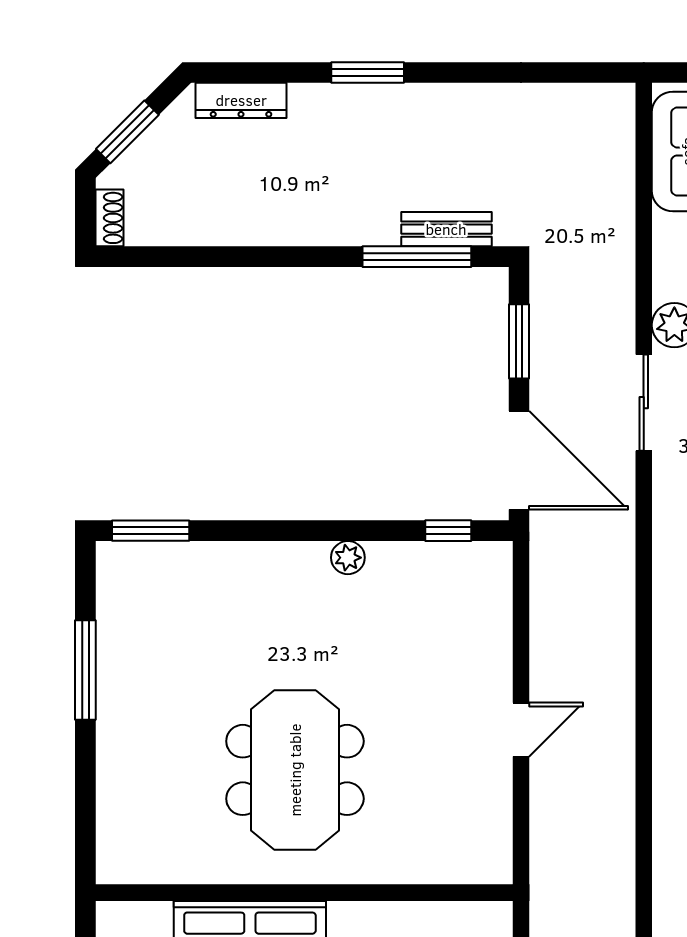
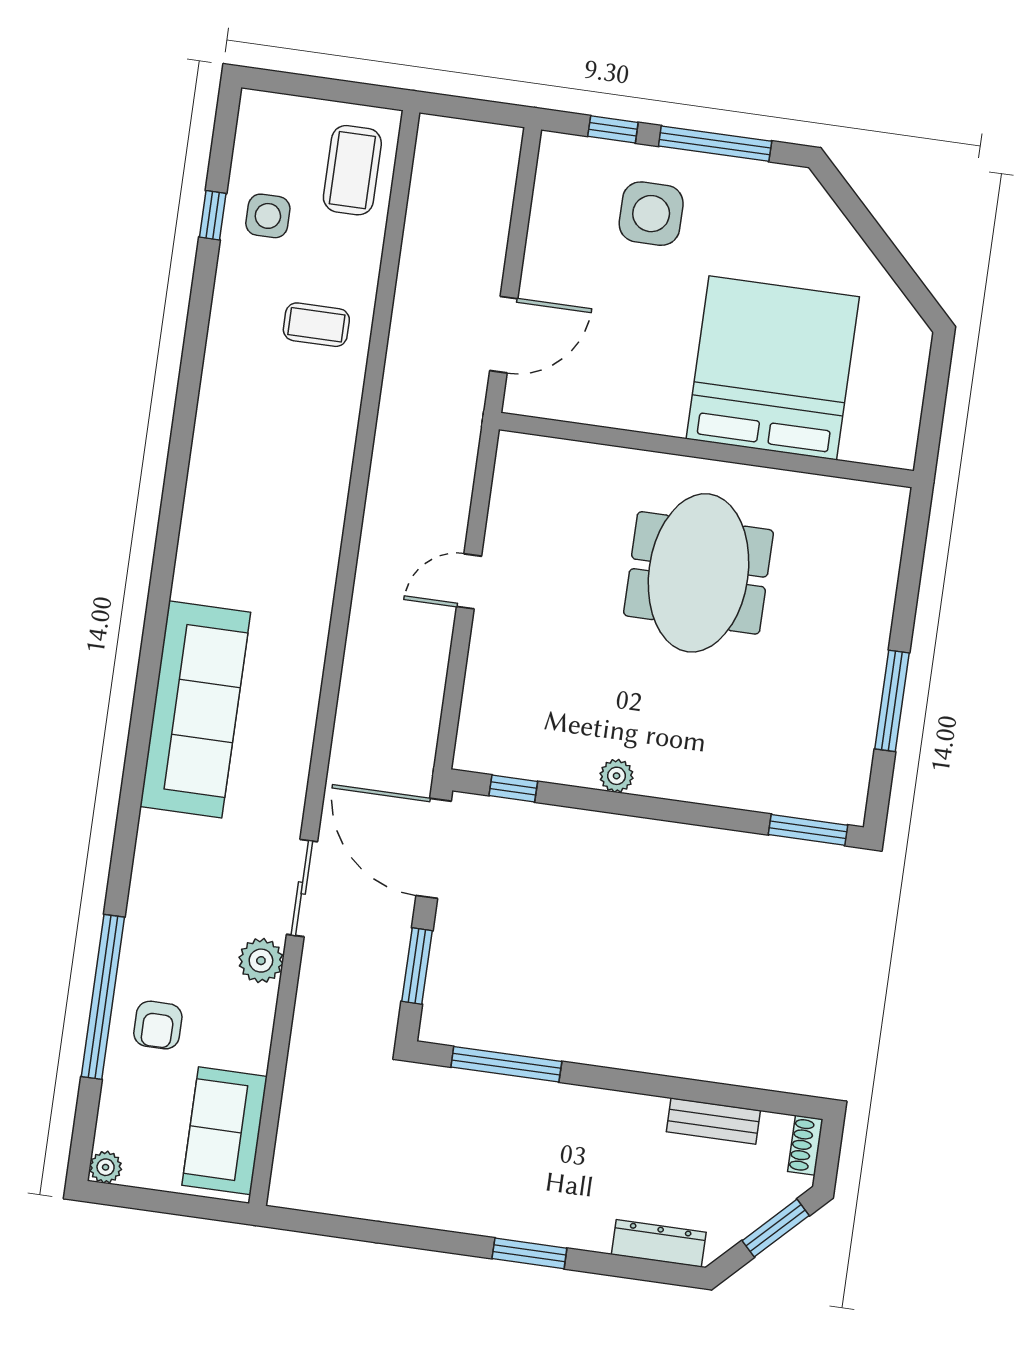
bench: (446, 229) -> (713, 1121), moved

